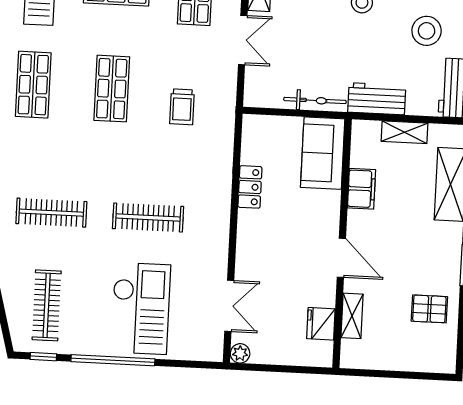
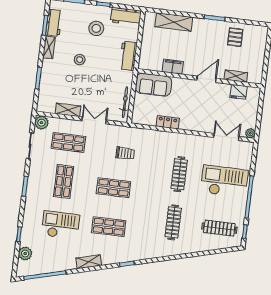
bicycle: (315, 100) -> (125, 102), moved
shelving: (404, 132) -> (146, 43), removed

